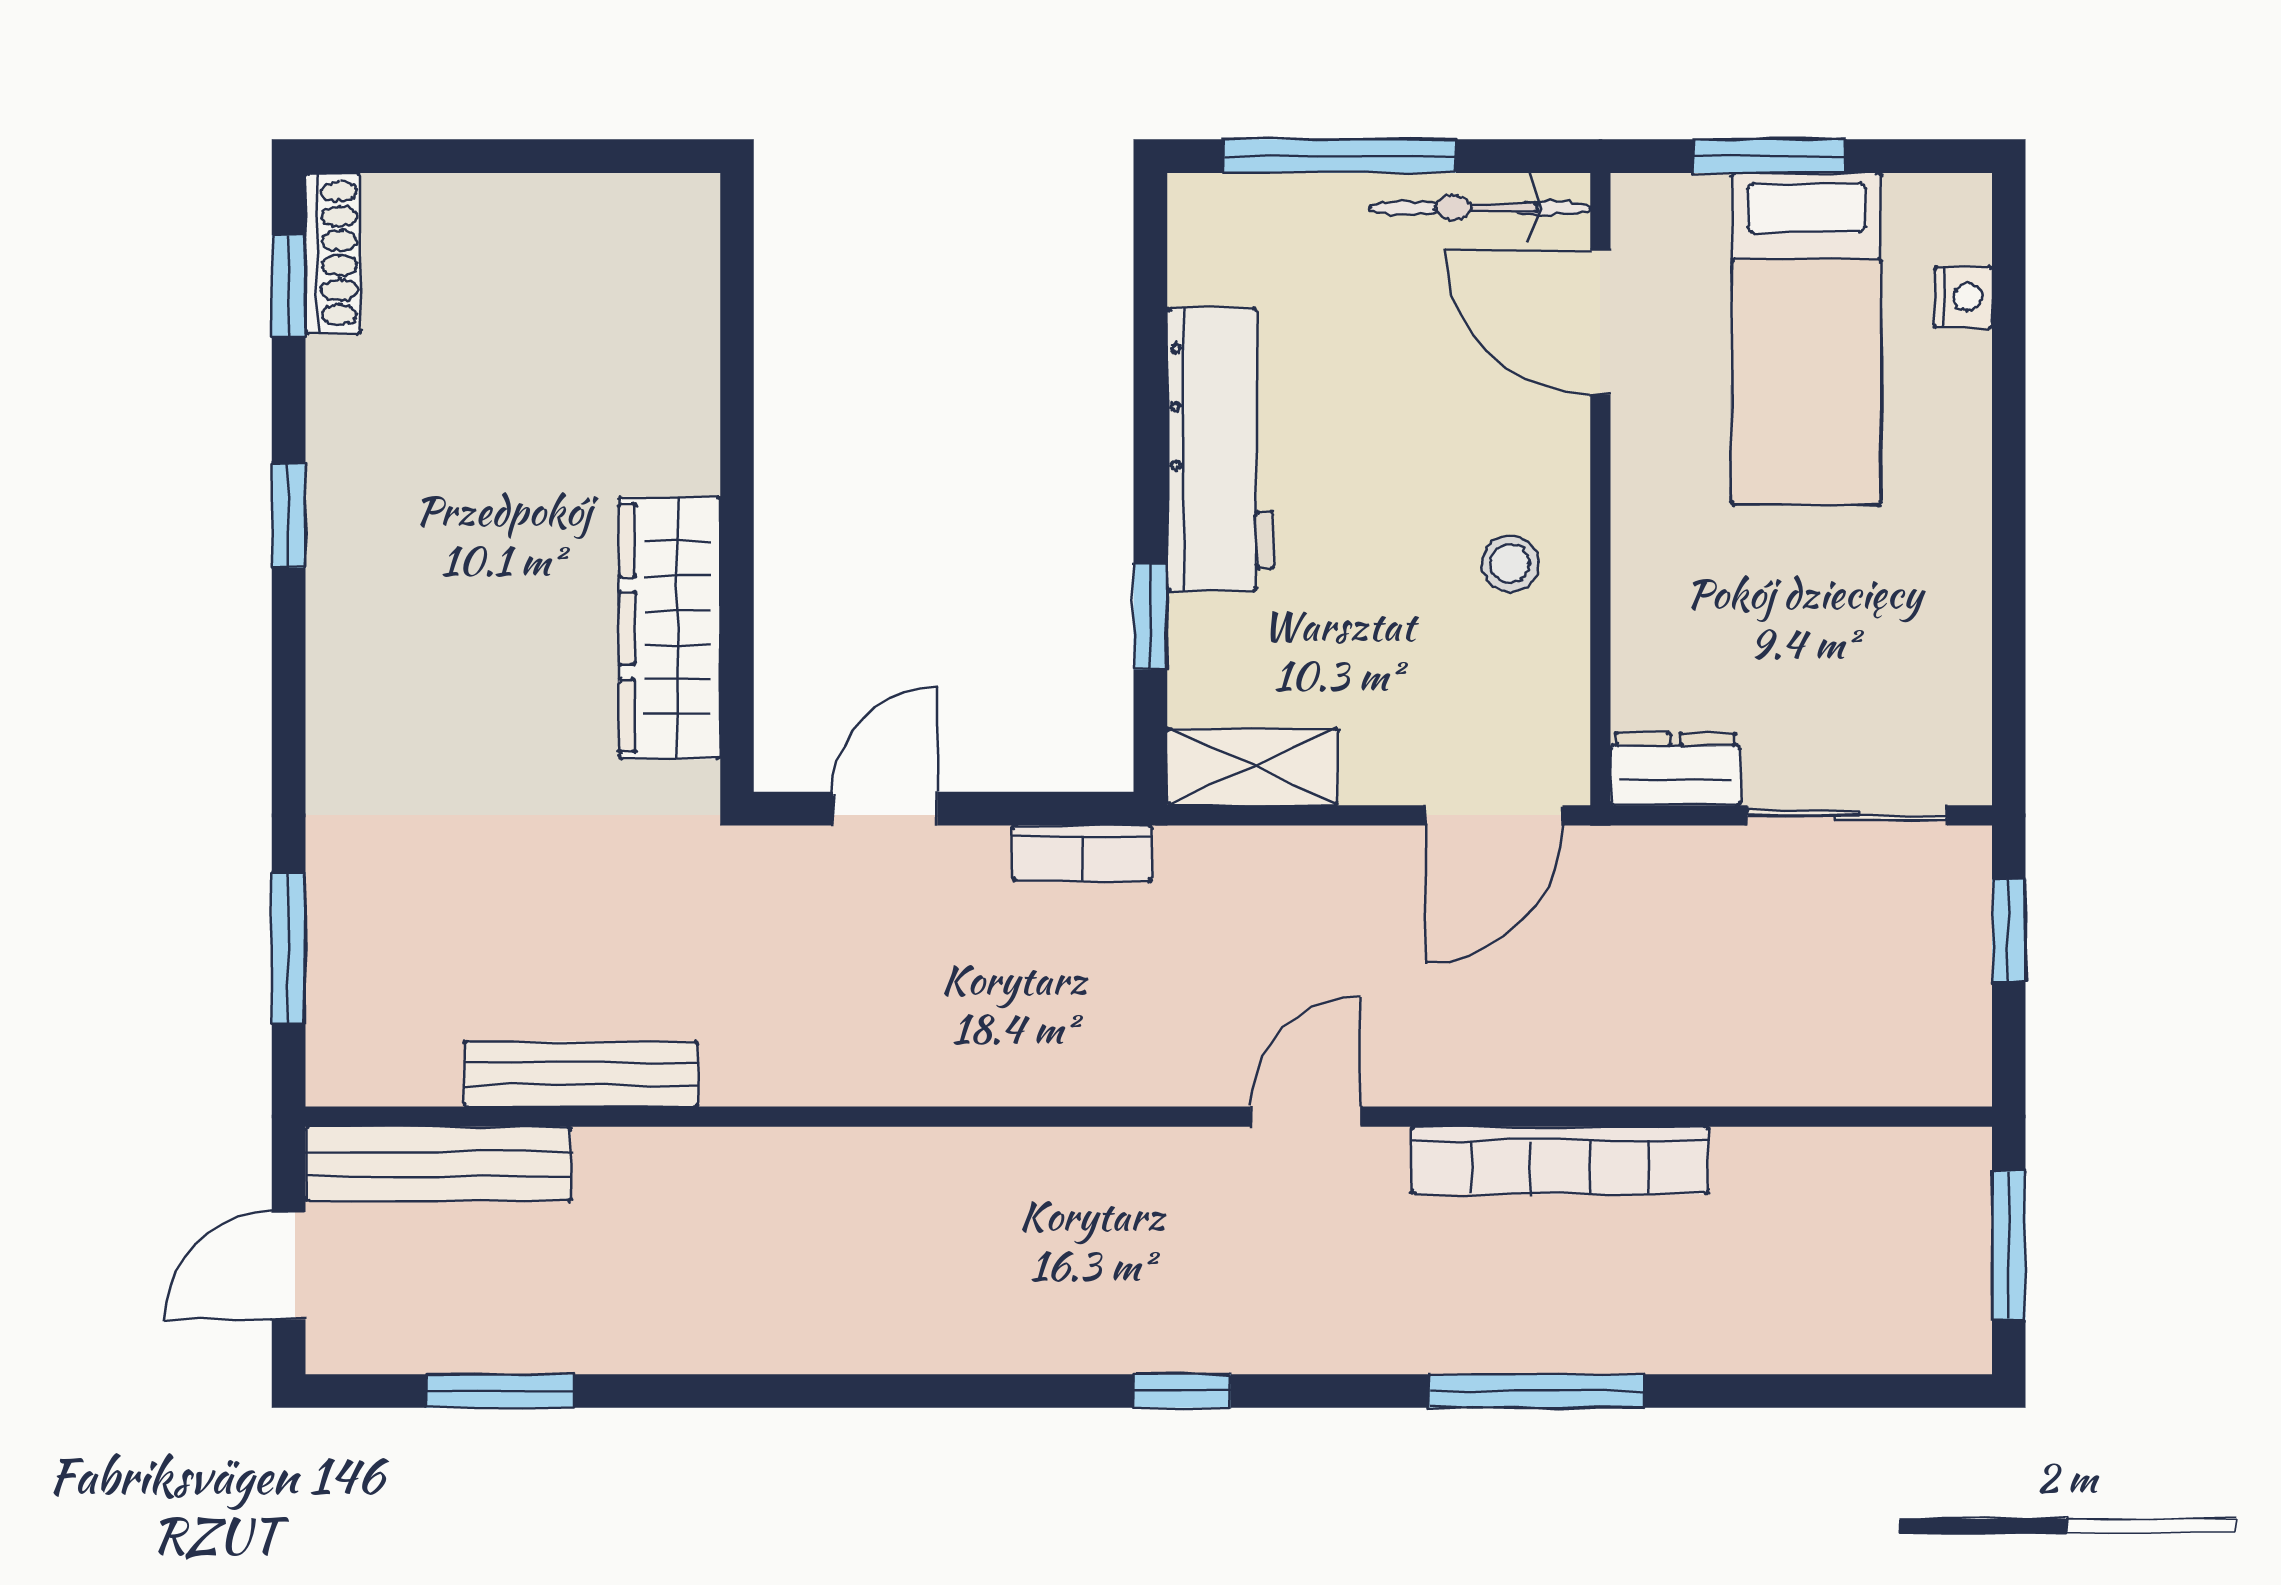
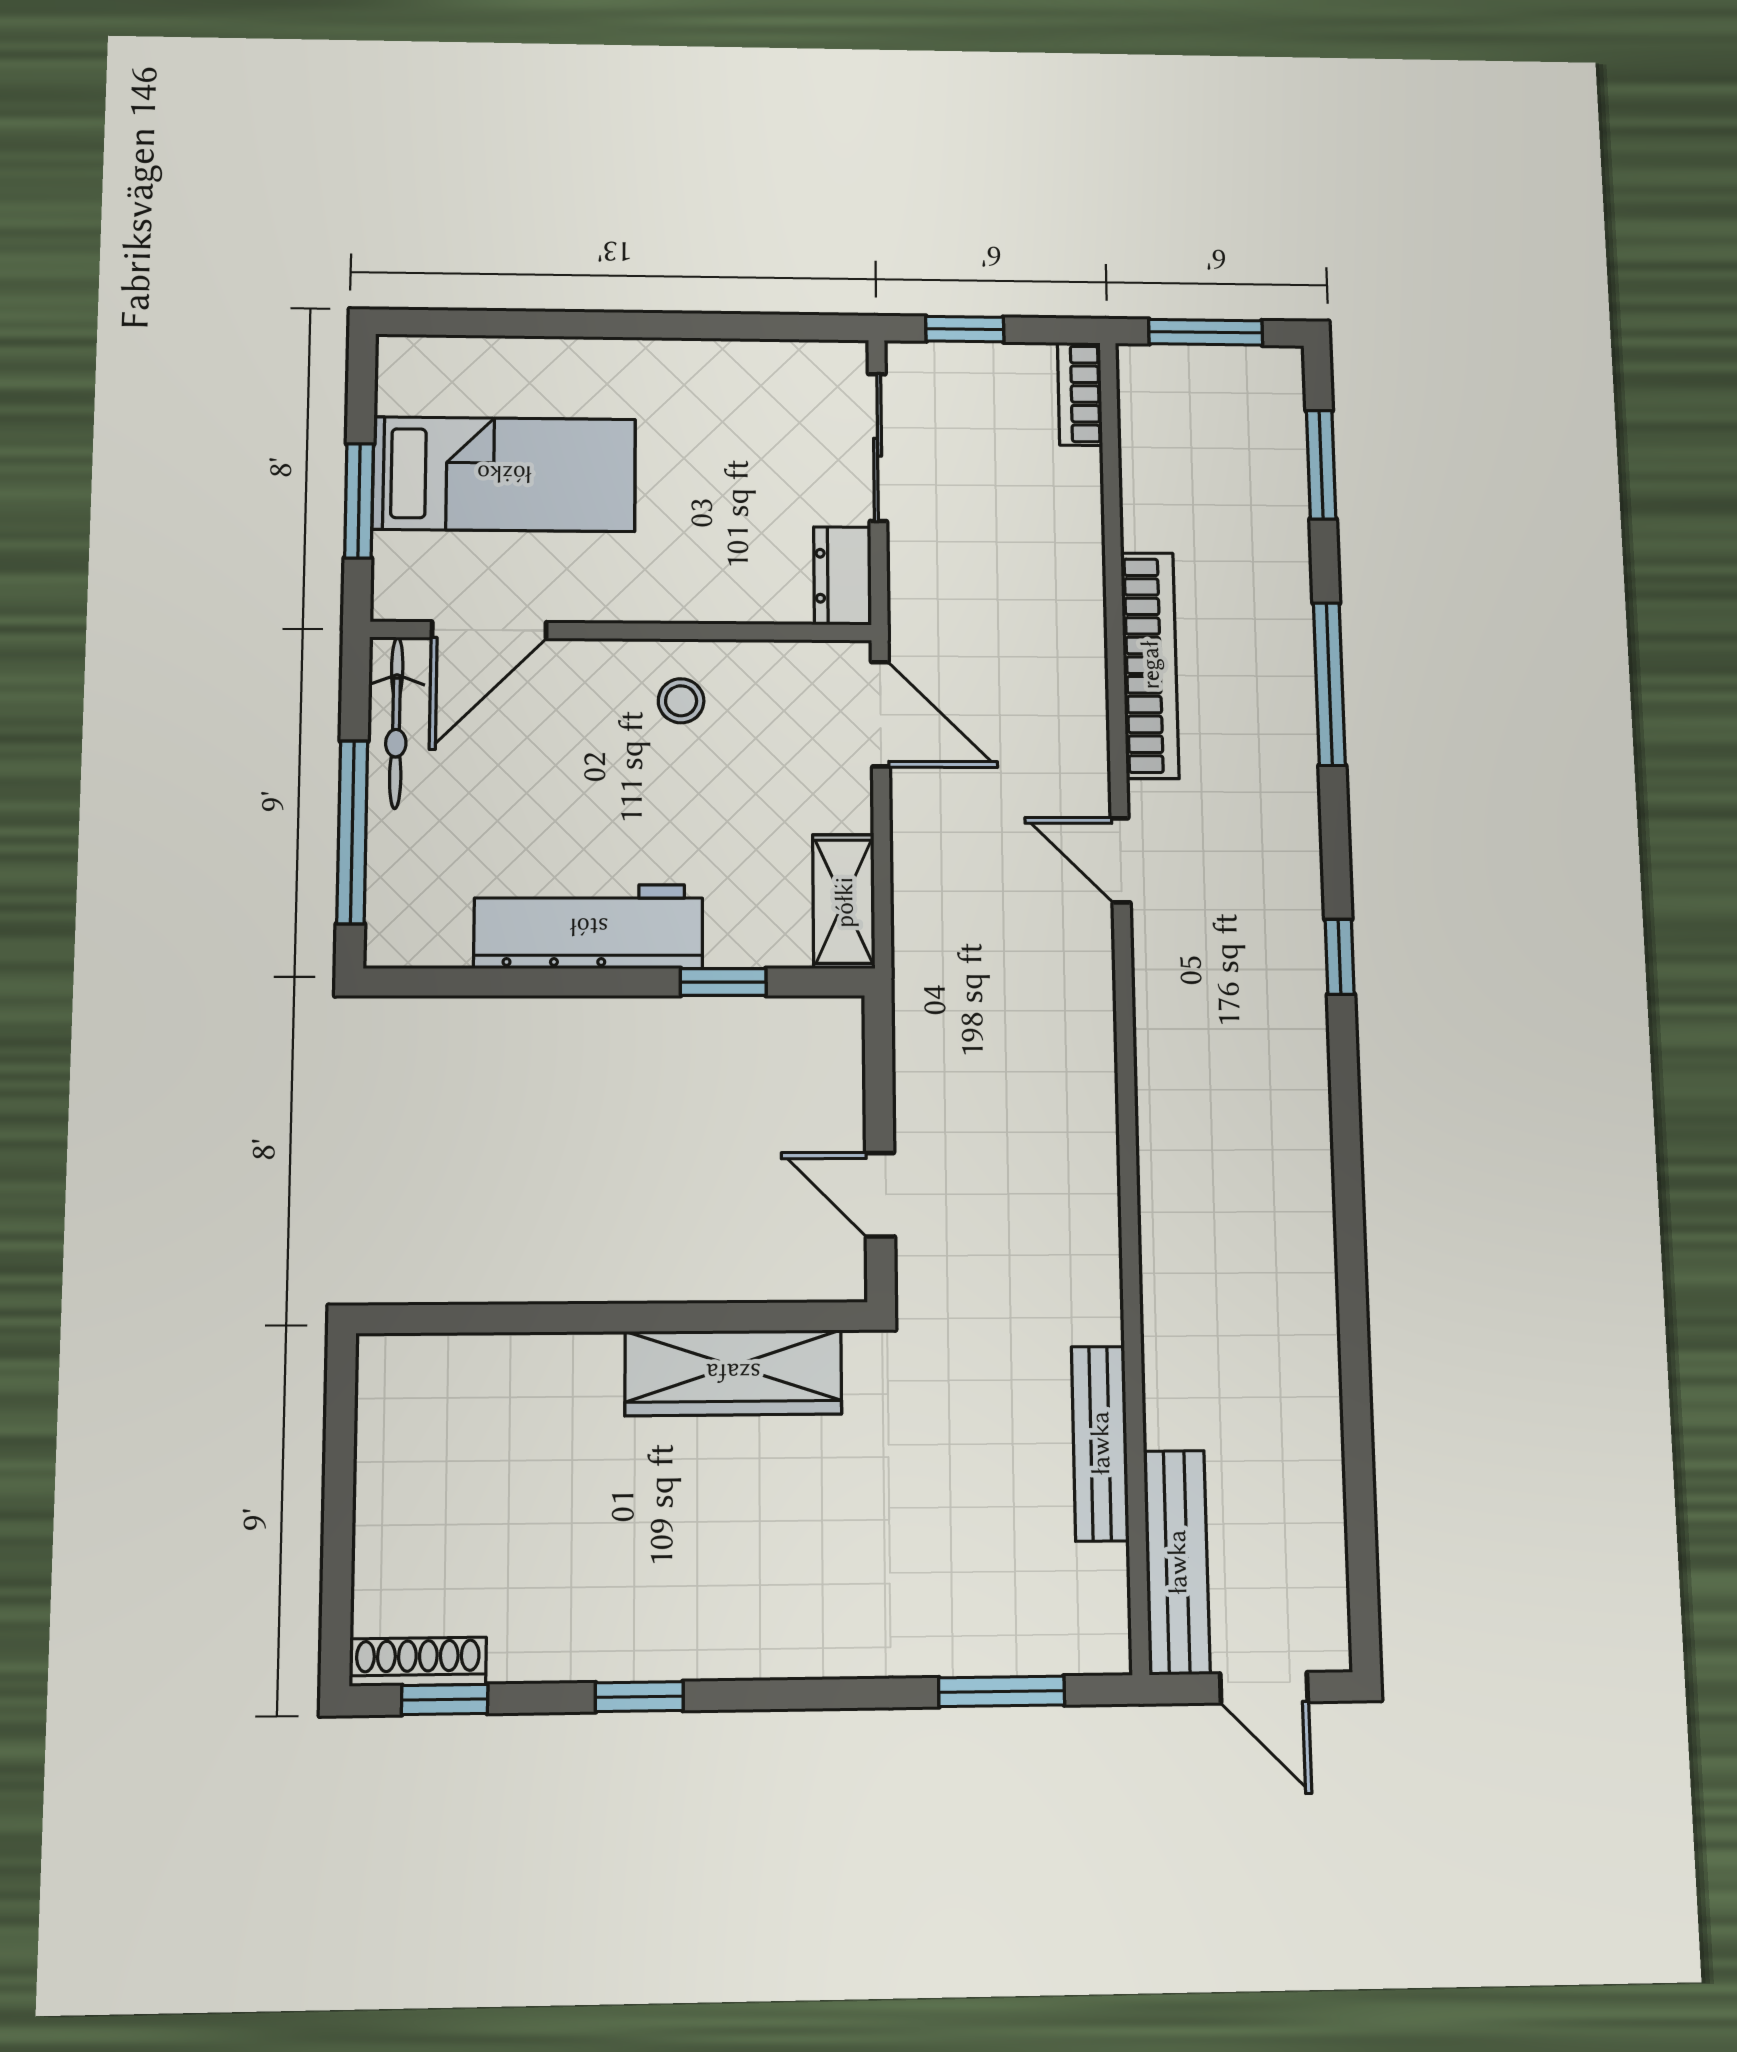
nightstand: (1963, 297) -> (473, 357), removed
bookcase: (1082, 853) -> (1080, 394), moved, turned 180
window: (500, 1391) -> (1321, 465), moved

